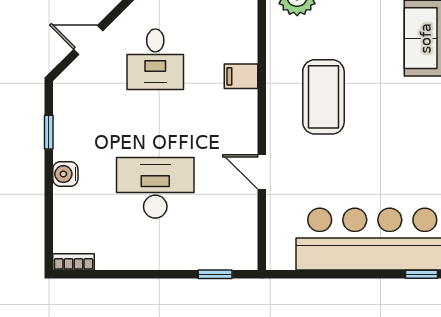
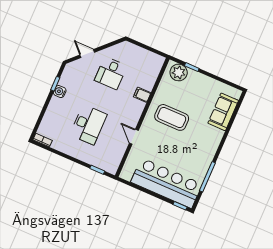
coffee table: (323, 97) -> (172, 117), turned 90
water cooler: (65, 174) -> (60, 92), moved
desk: (155, 188) -> (88, 125), turned 90

